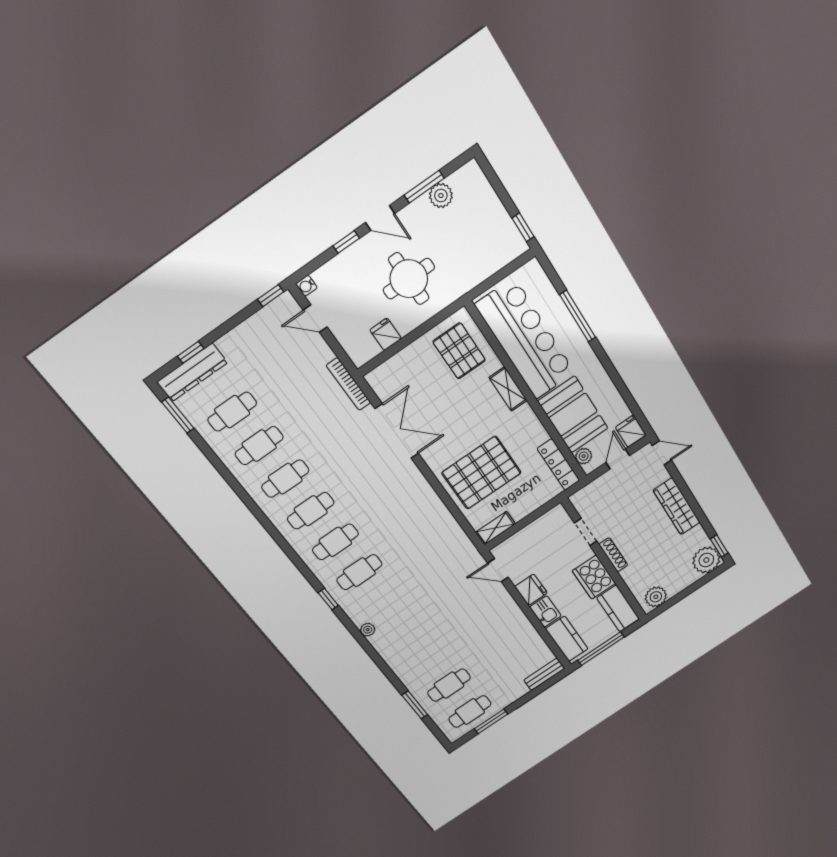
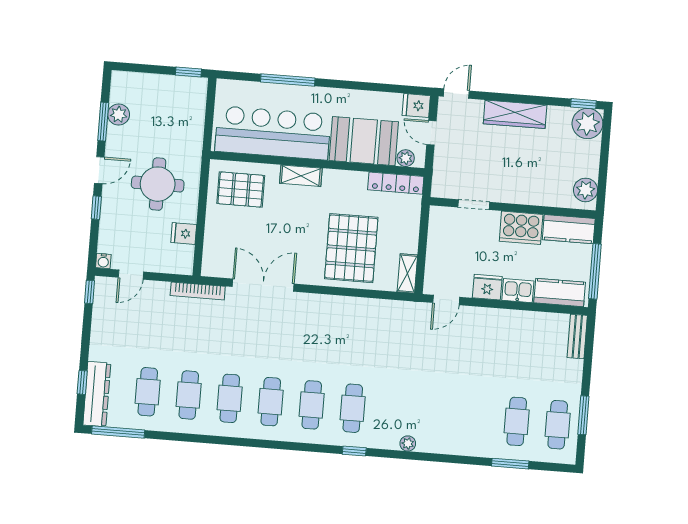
window: (178, 415) -> (118, 432), width x1.44
shoe rack: (613, 555) -> (514, 197), removed

